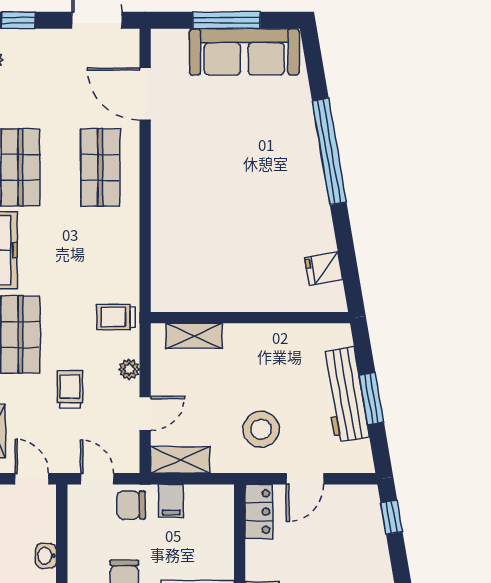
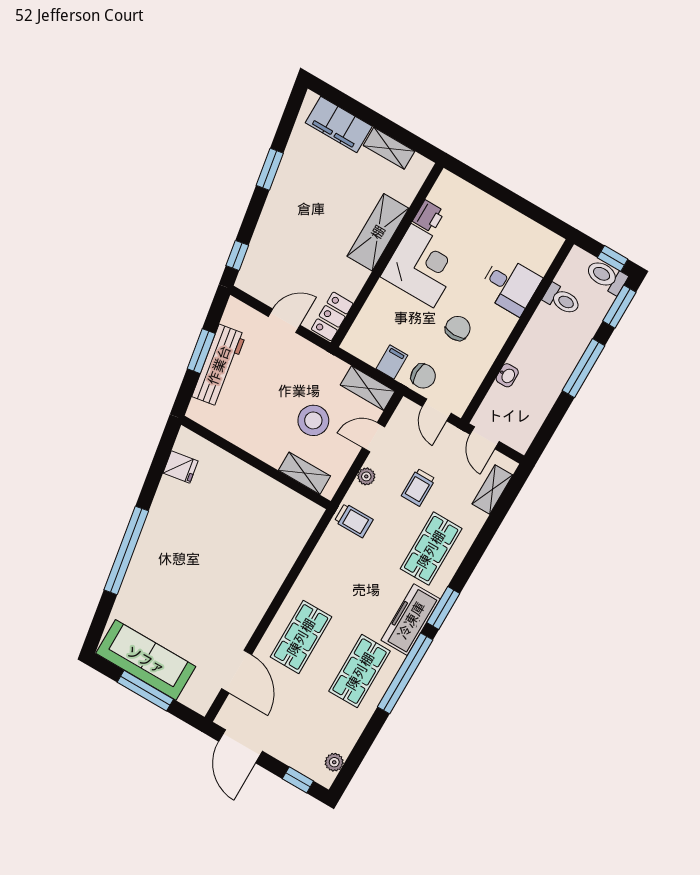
stool: (261, 429) -> (313, 420), moved

